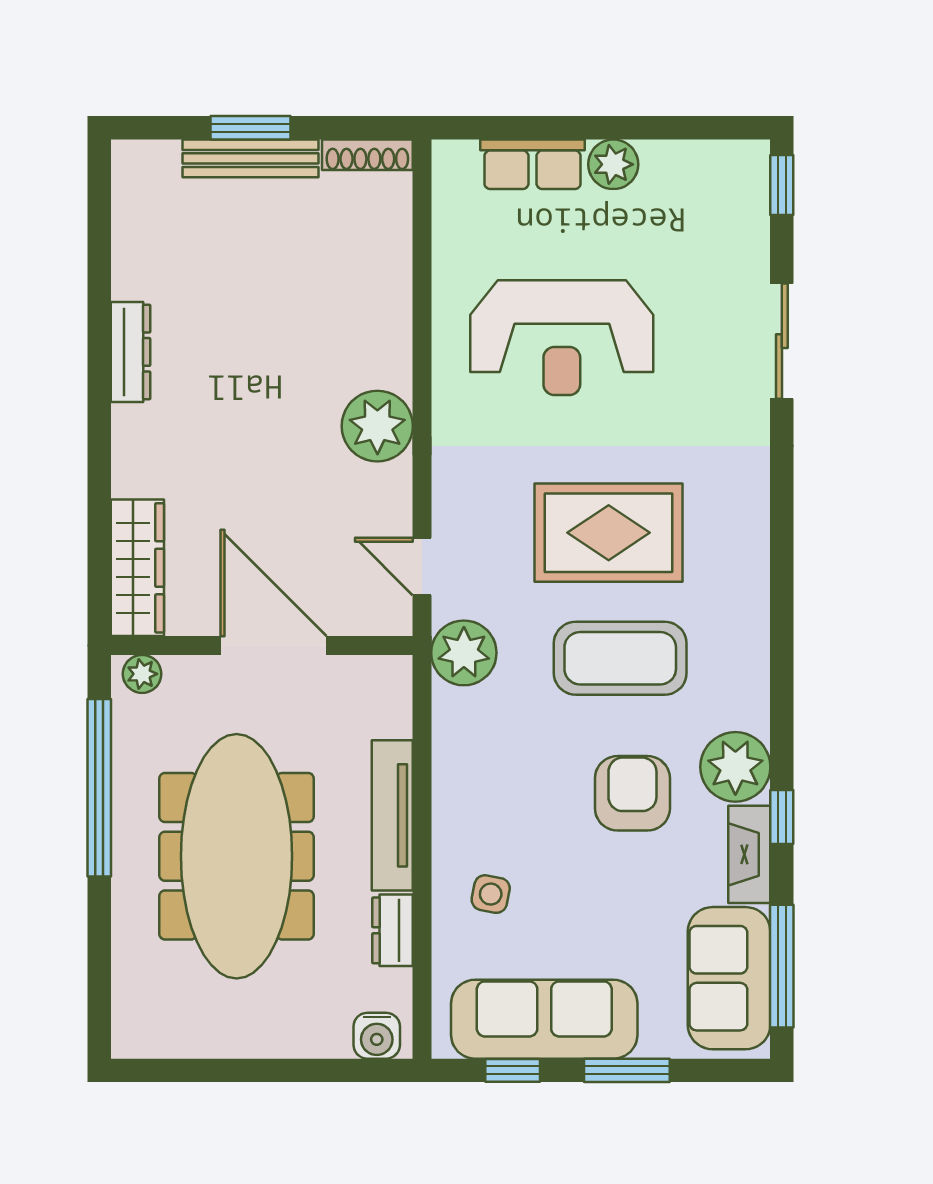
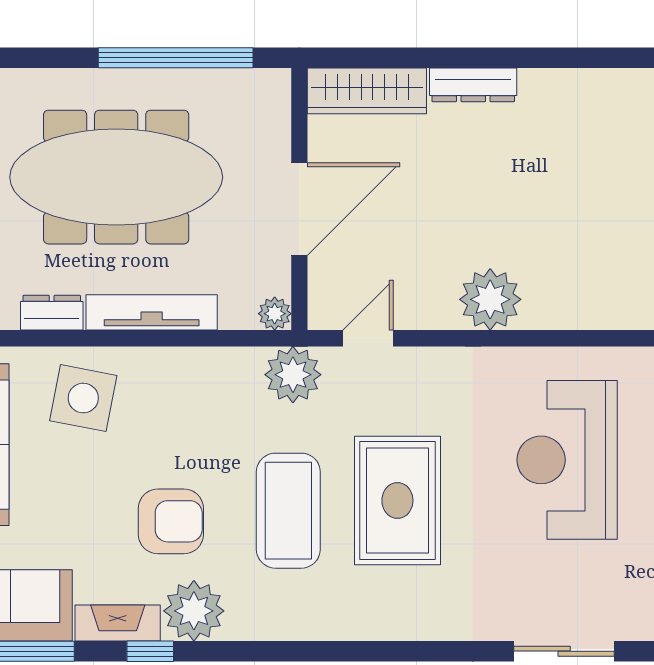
dresser: (130, 352) -> (473, 85), moved
plant: (142, 674) -> (275, 314), moved
side table: (491, 894) -> (83, 398), width x1.87, depth x1.87

